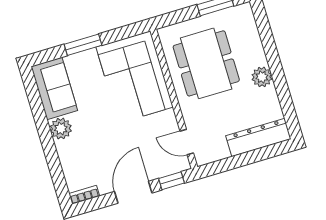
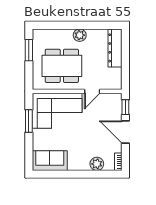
window: (83, 45) -> (29, 121), moved
plant: (61, 129) -> (97, 164), moved
door: (187, 142) -> (92, 91), moved

